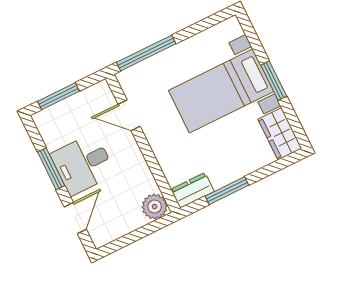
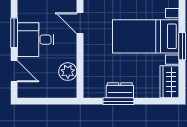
dresser: (193, 190) -> (120, 90), moved
plant: (155, 207) -> (68, 72), moved
door: (75, 218) -> (14, 71), hinge flipped

